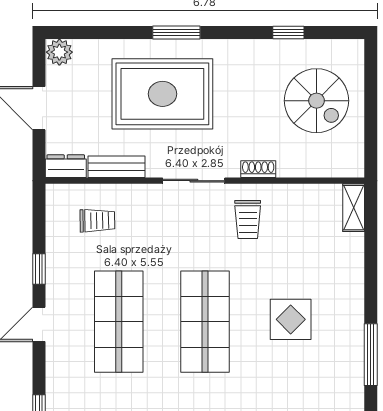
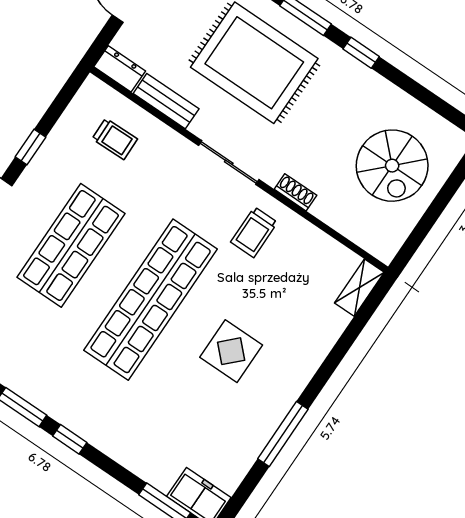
window: (288, 33) -> (361, 53), moved
shop shelf: (205, 322) -> (151, 300), width x1.40

